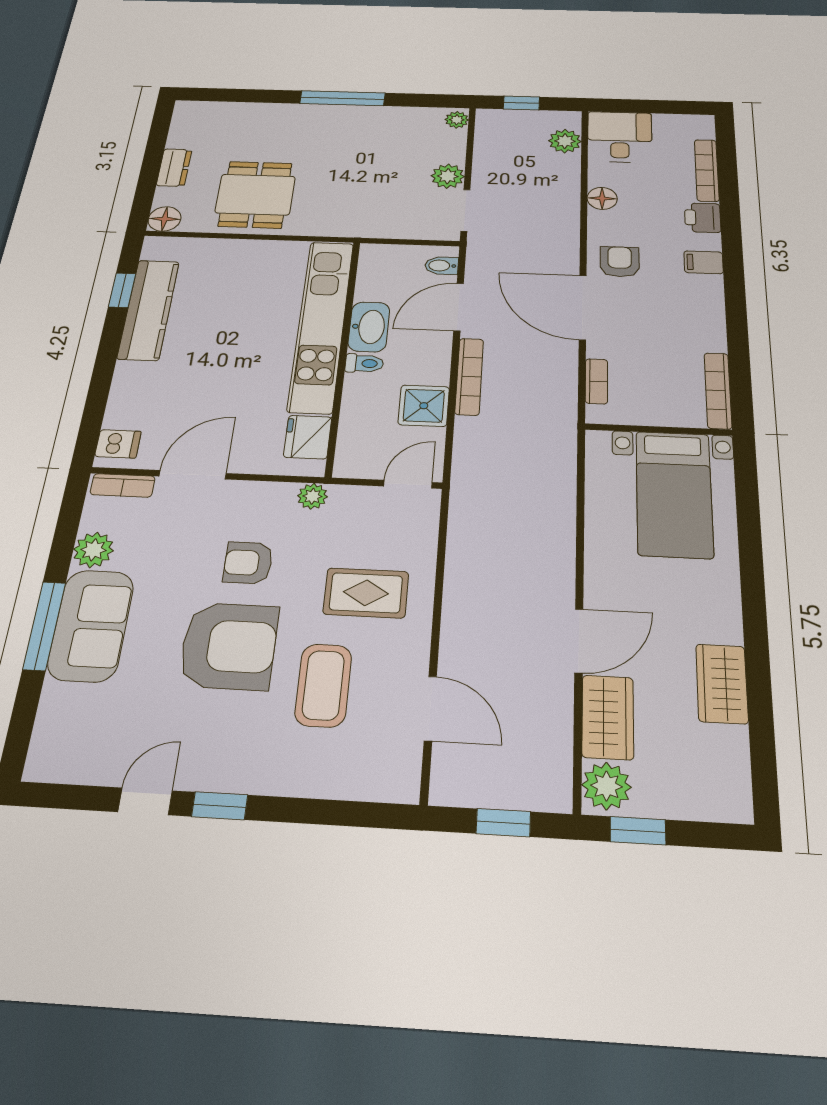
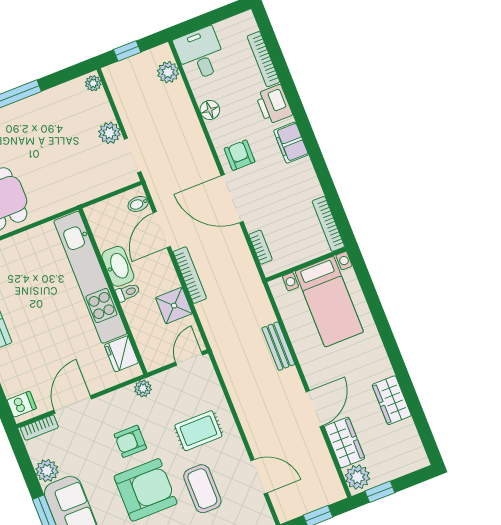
printer: (703, 218) -> (274, 104), width x1.36, depth x1.24
filing cabinet: (703, 262) -> (291, 143), width x2.00
bench: (561, 523) -> (278, 346), added

